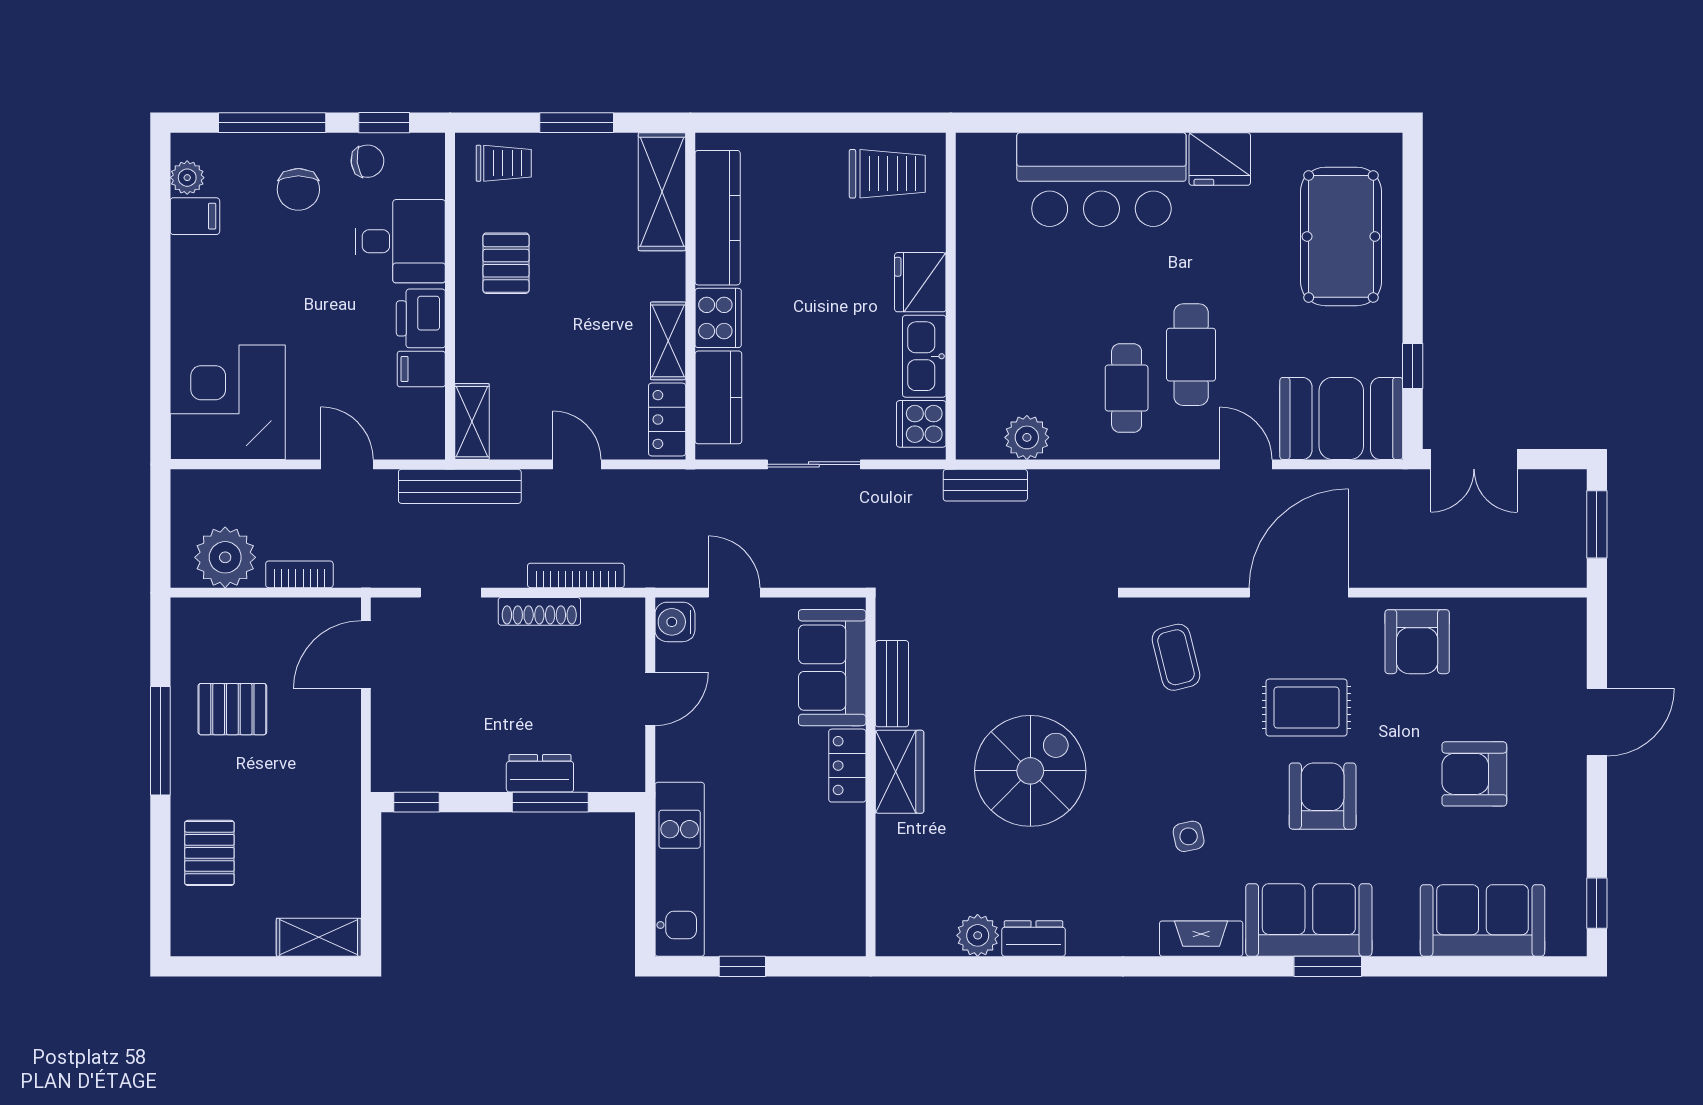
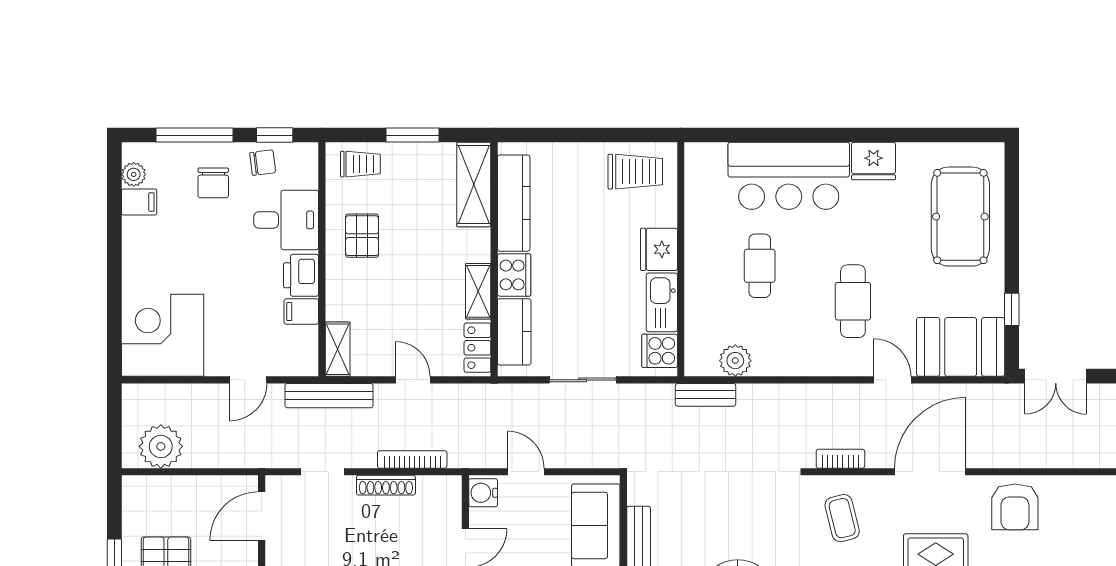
cafe table: (1127, 388) -> (760, 266), moved
door: (347, 464) -> (248, 380), swing flipped
bookcase: (299, 574) -> (840, 459), moved

